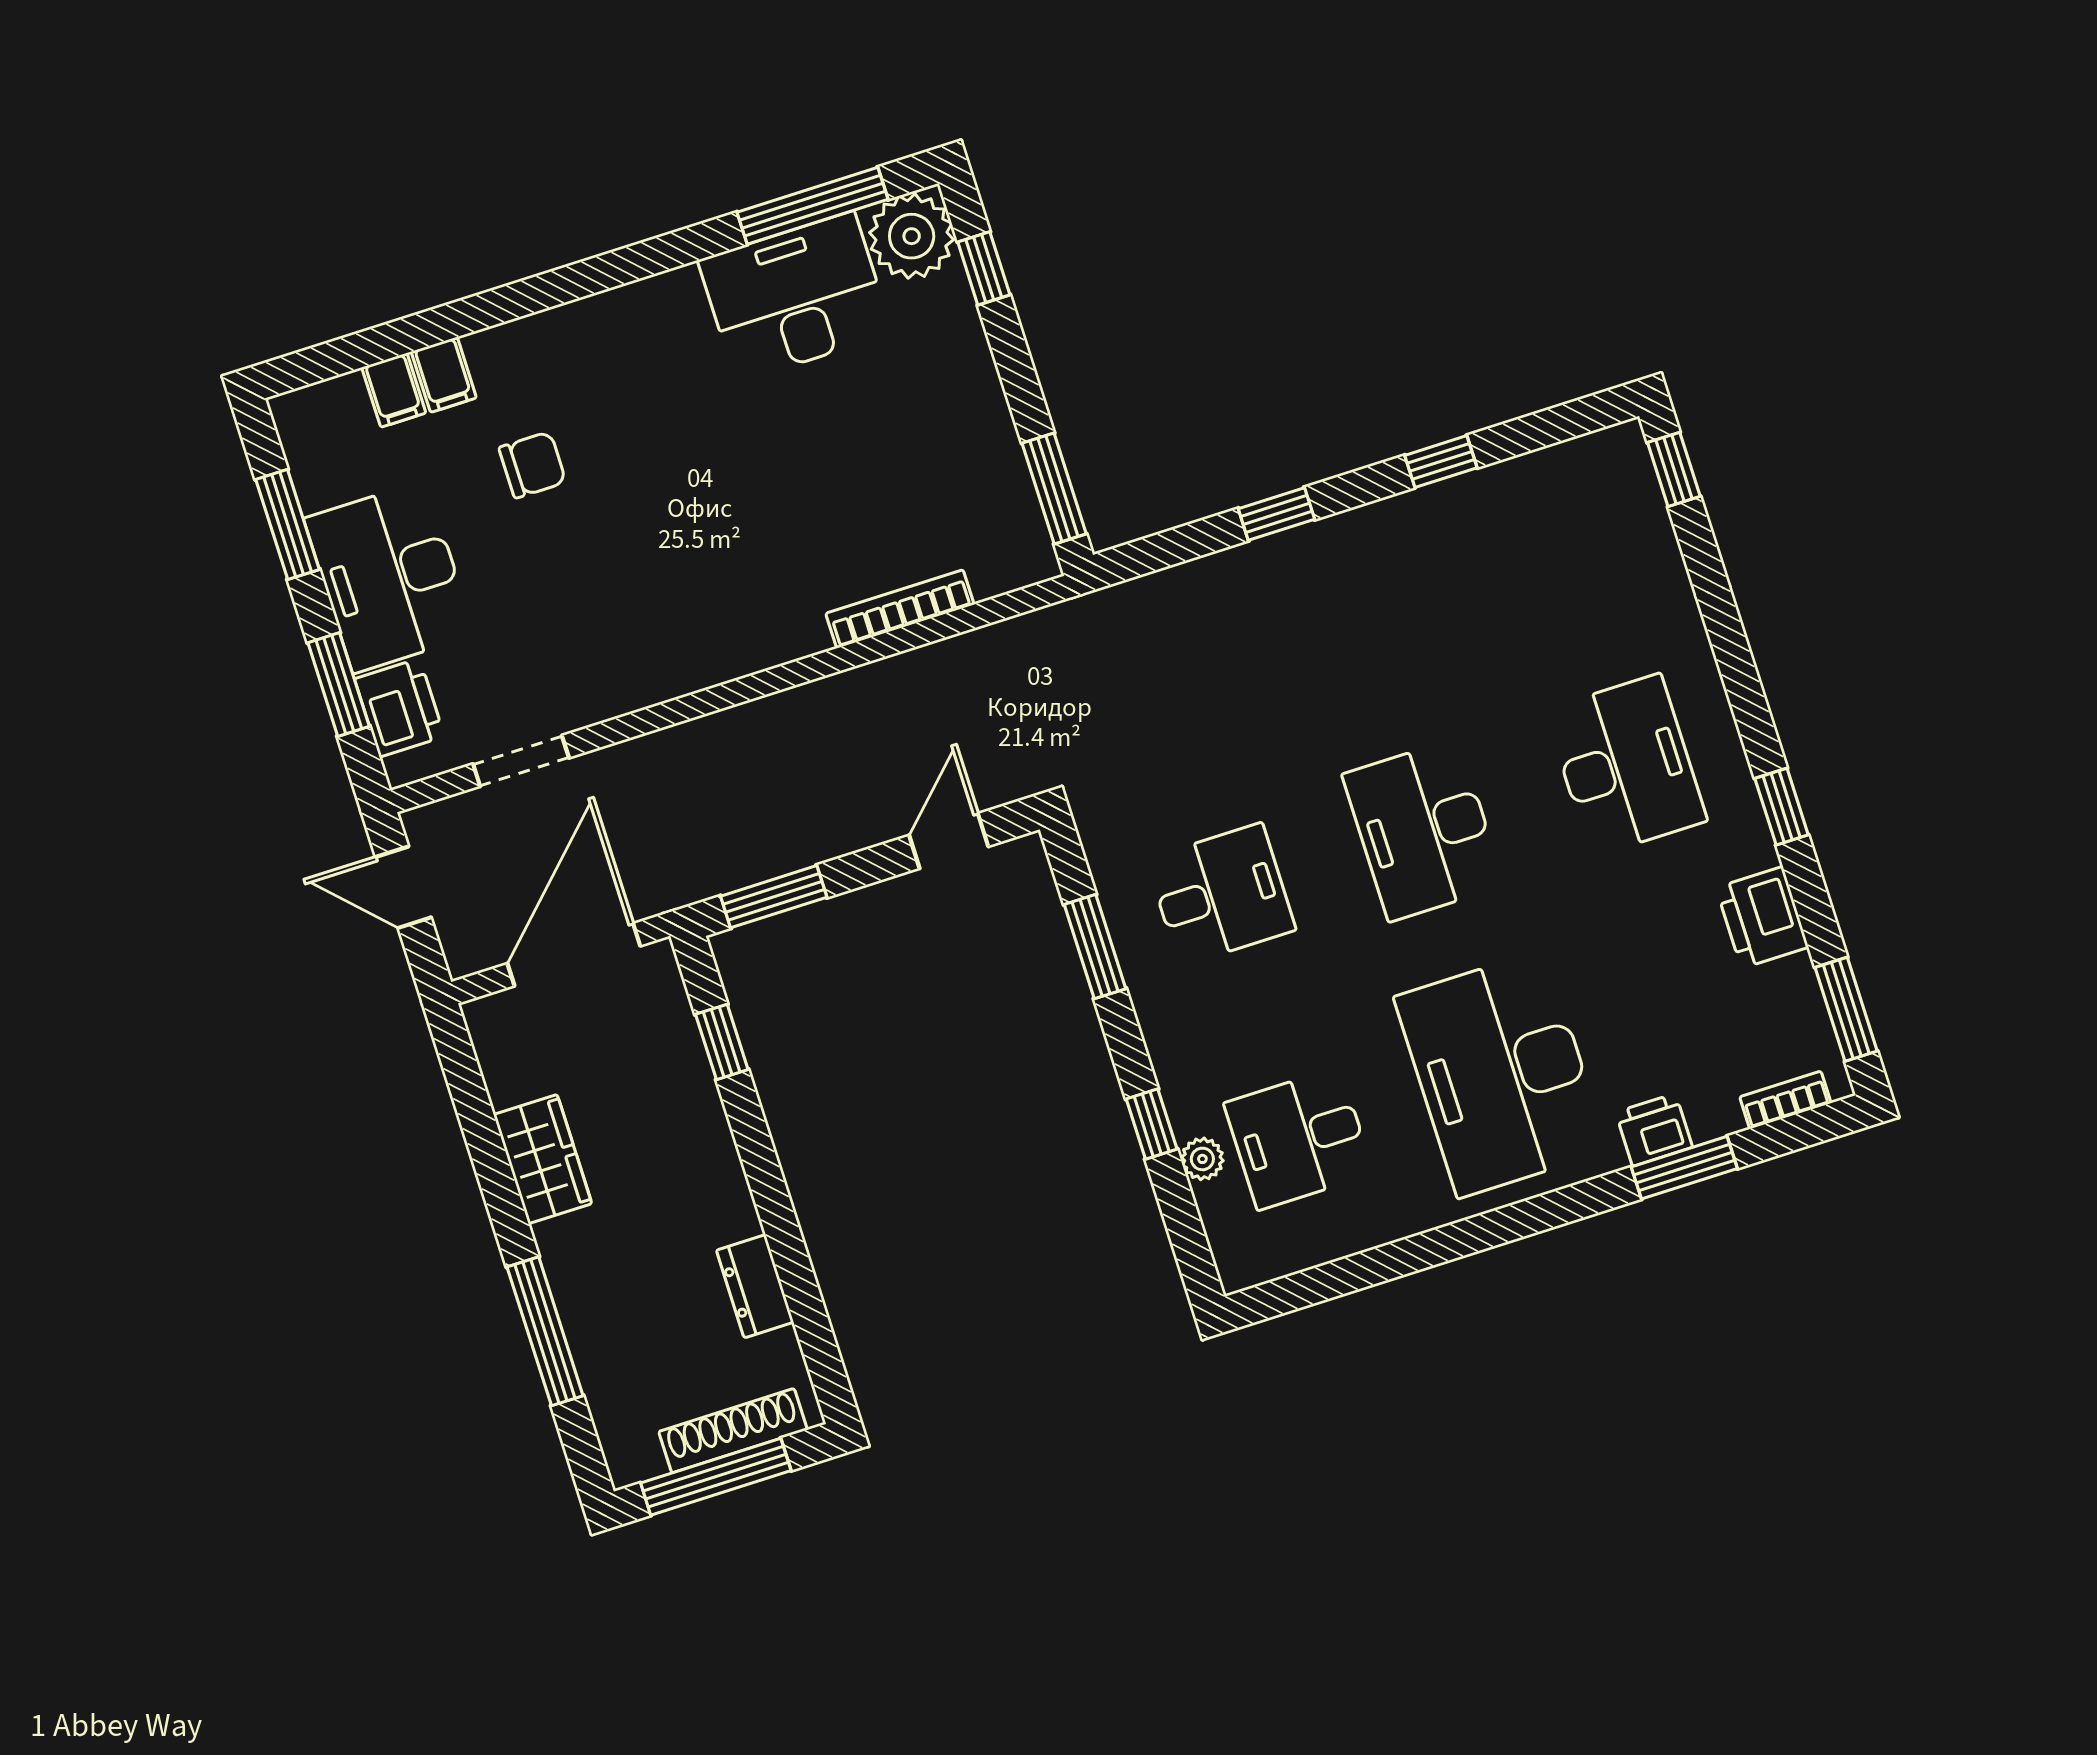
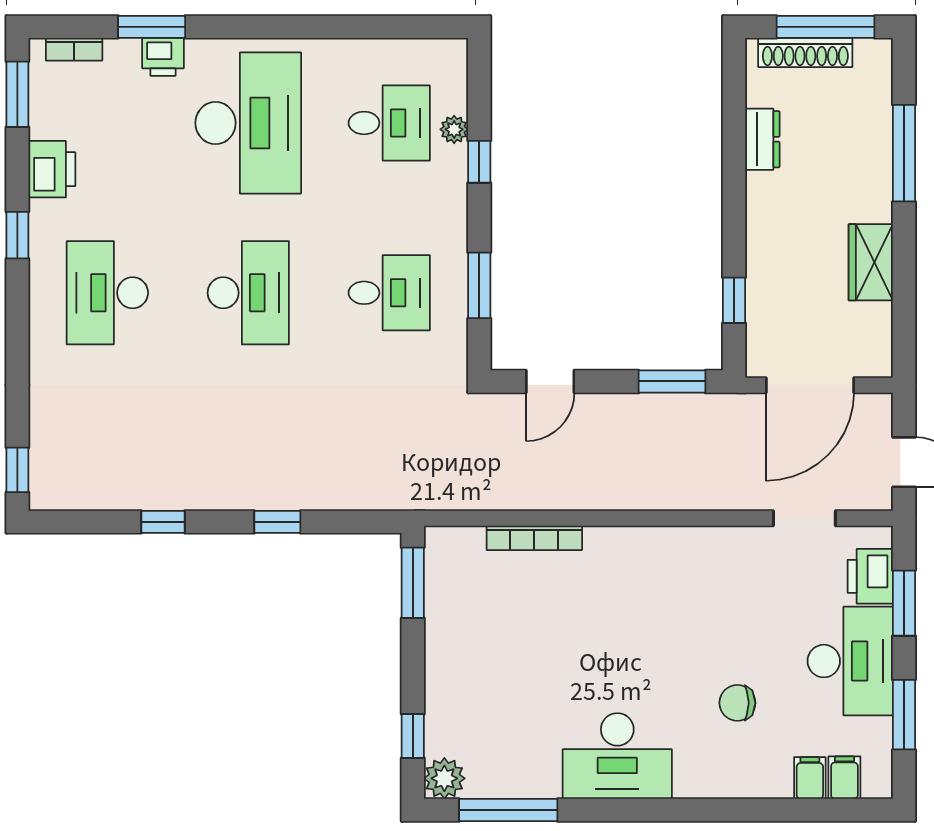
plant: (912, 236) -> (444, 778), width x0.73, depth x0.73
desk: (795, 297) -> (617, 756), moved
filing cabinet: (444, 375) -> (844, 778), moved
desk: (1221, 895) -> (389, 293), turned 180

